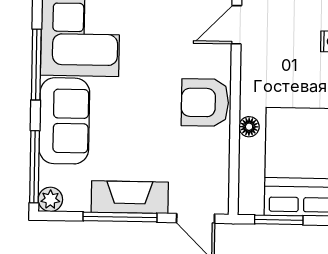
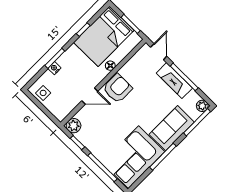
door: (236, 25) -> (90, 96), moved
armchair: (205, 103) -> (117, 88), turned -90

